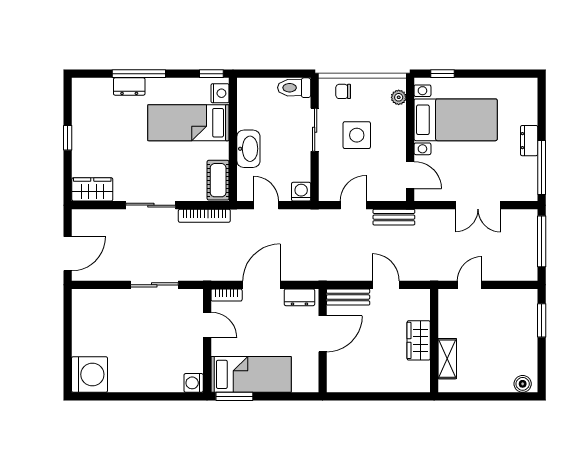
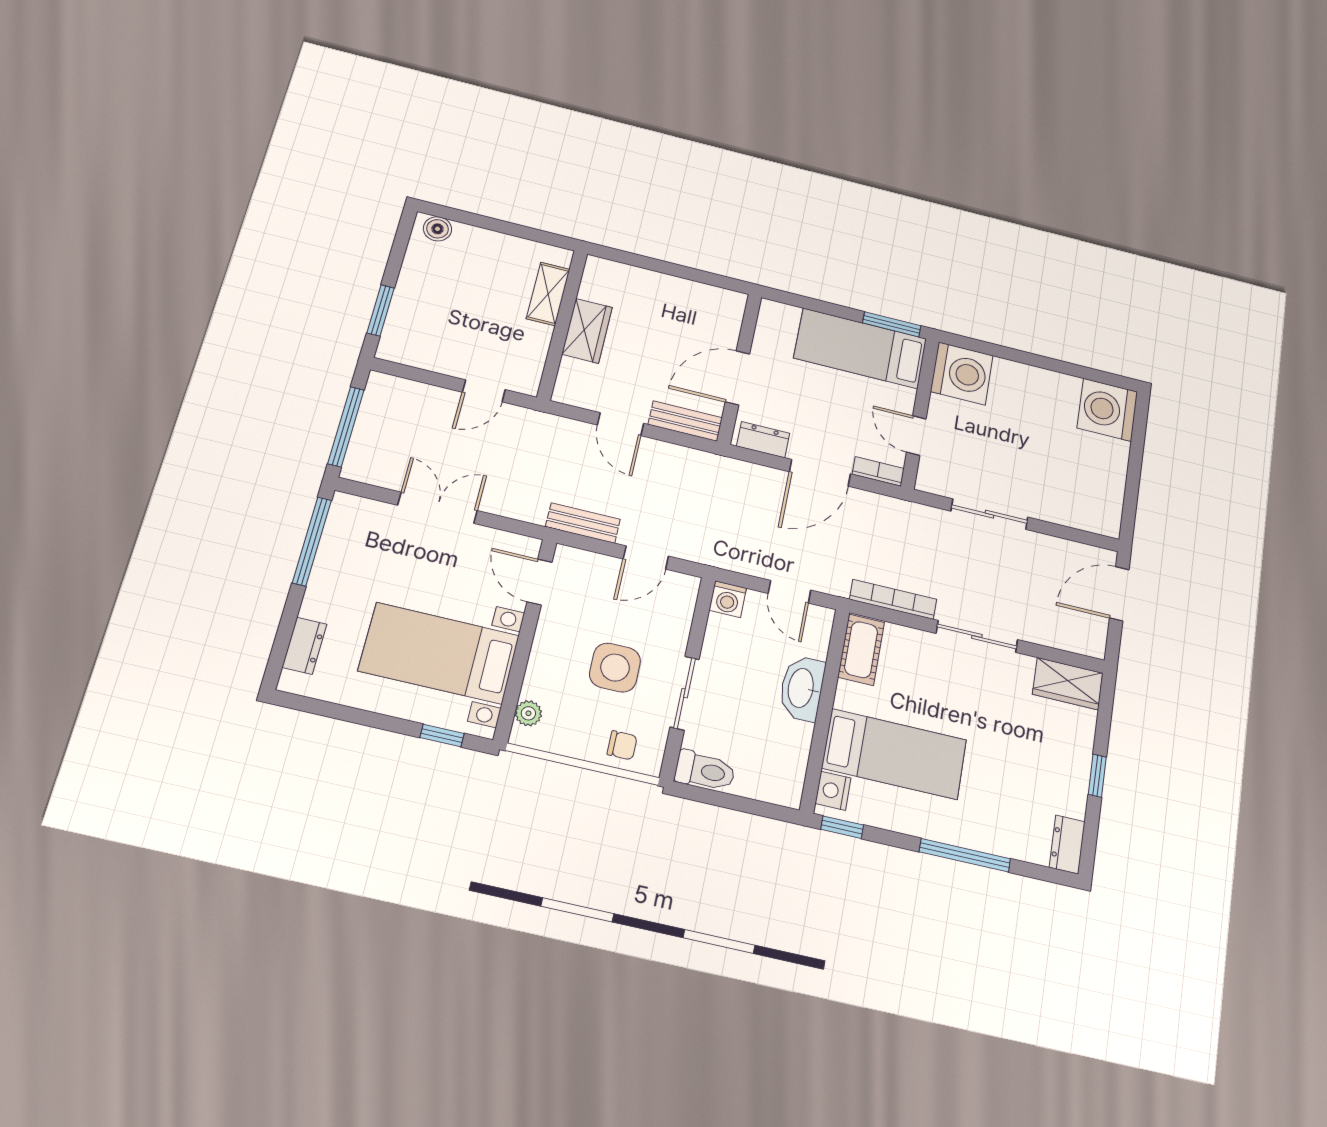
dresser: (129, 87) -> (1067, 844), moved, turned -90
dresser: (529, 141) -> (304, 646), moved
washing machine: (194, 383) -> (962, 373), width x1.89, depth x1.89

